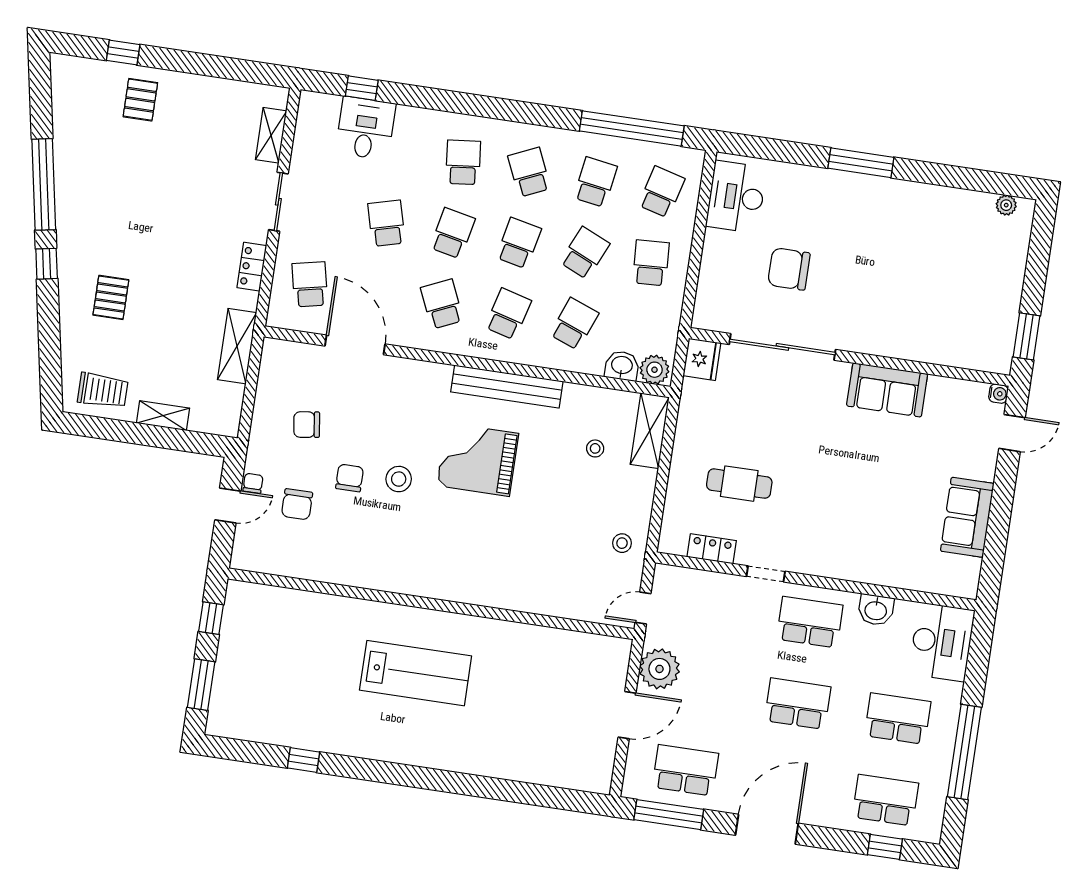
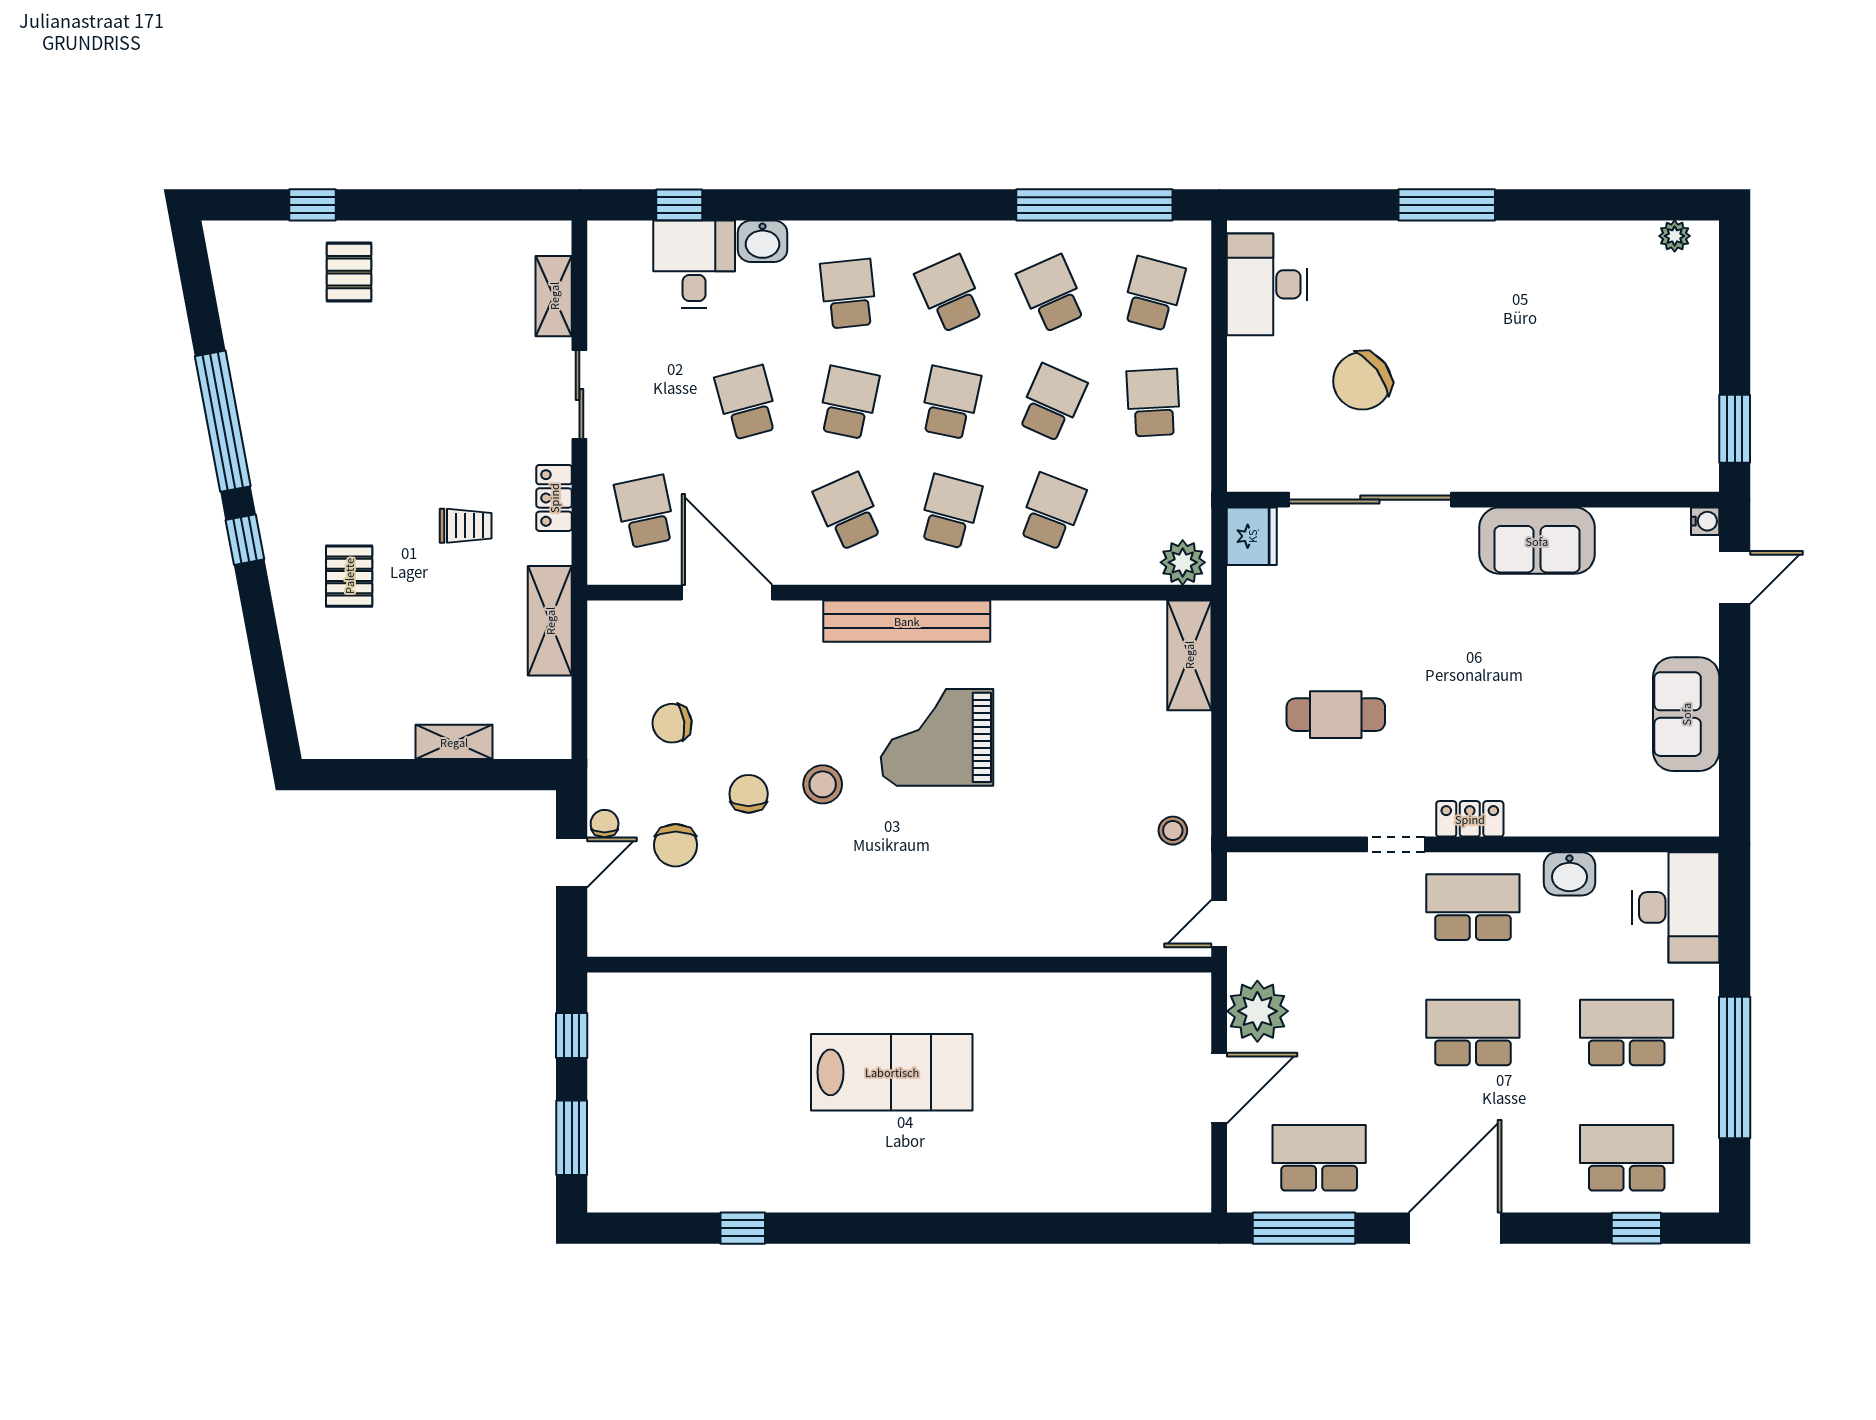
school desk: (595, 182) -> (1052, 294), turned -33
chair: (789, 269) -> (1362, 381), turned -37
washbasin: (622, 366) -> (763, 241), moved, turned 180
bench: (507, 387) -> (907, 621), moved
trolley: (103, 390) -> (466, 526), moved, width x0.73, depth x0.72
stool: (595, 448) -> (1111, 694), removed
locker: (712, 549) -> (1470, 819), moved

